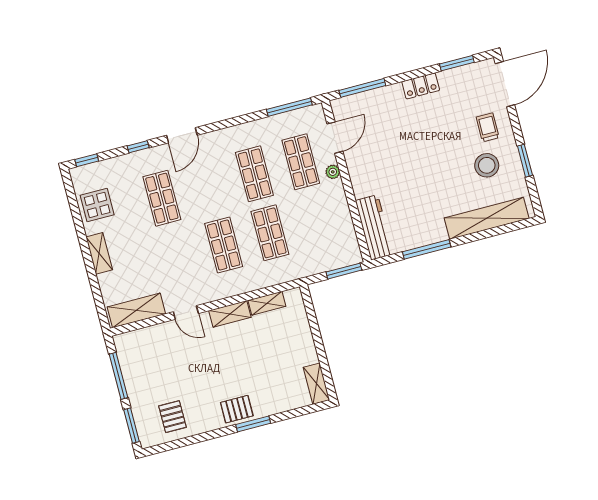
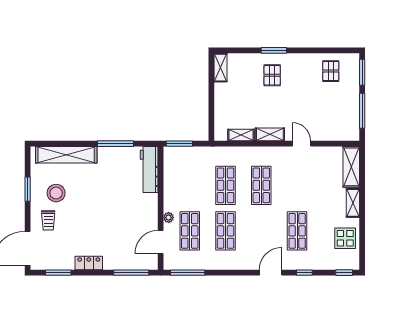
shelving: (136, 310) -> (351, 167), moved, turned 90
pallet: (237, 409) -> (272, 75), moved, turned 90

